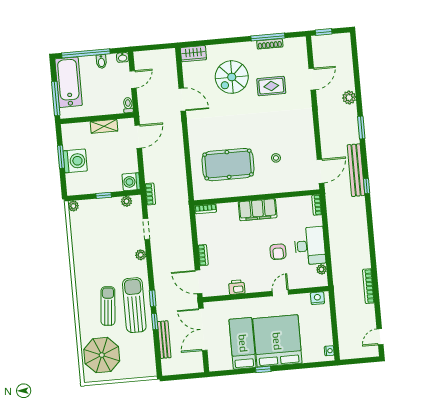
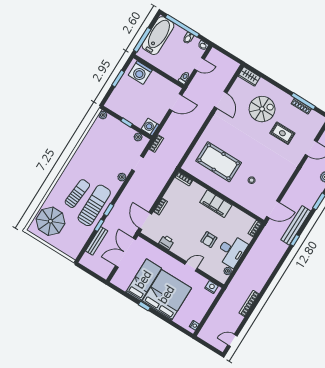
spiral stairs: (232, 77) -> (262, 109), turned 180
shelving: (104, 126) -> (159, 80), removed
washing machine: (75, 161) -> (140, 73), moved, turned 90

